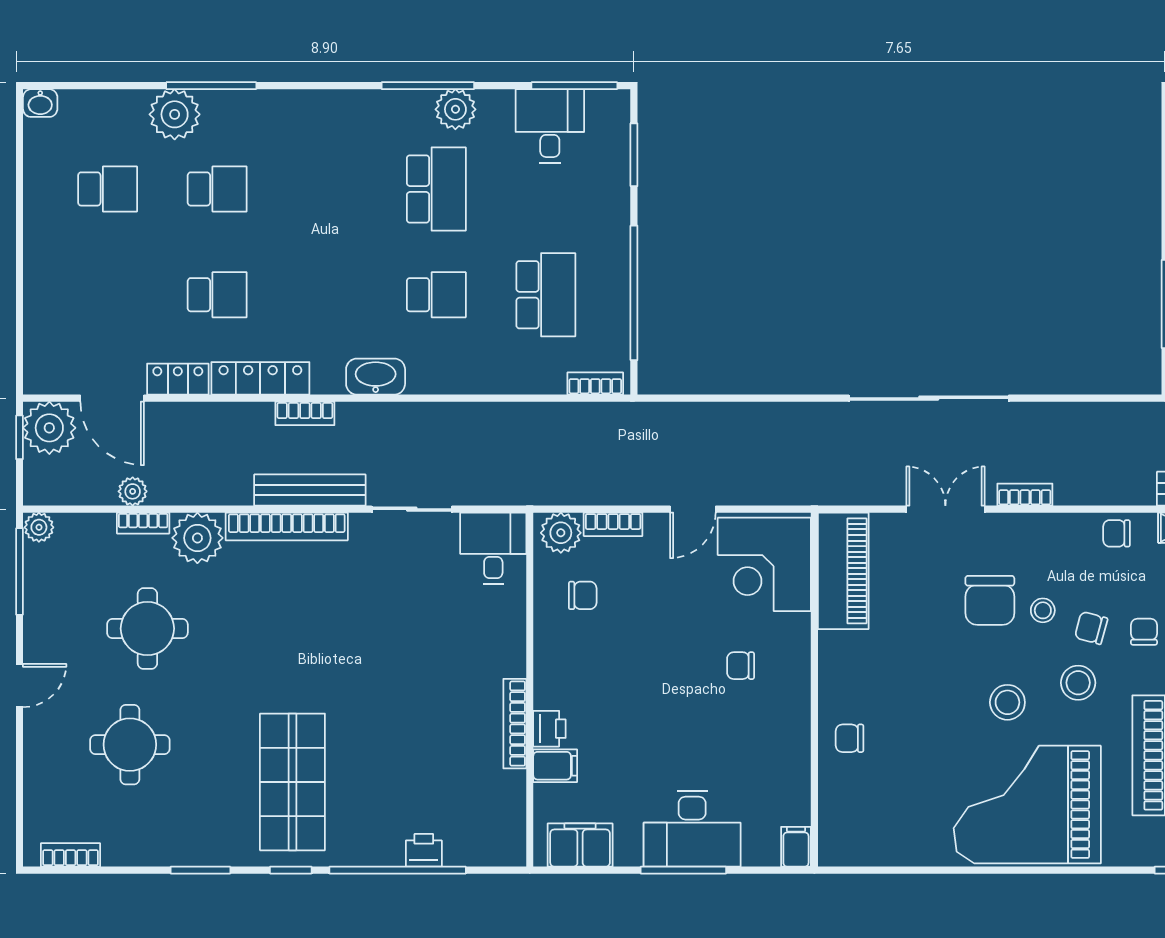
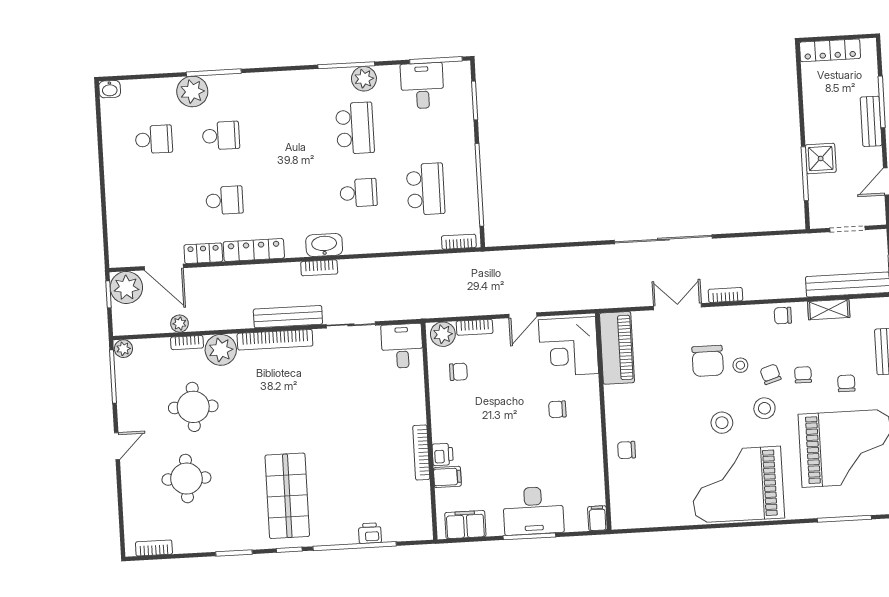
bookcase: (305, 413) -> (319, 268), moved
chair: (1091, 628) -> (771, 374), turned 58

